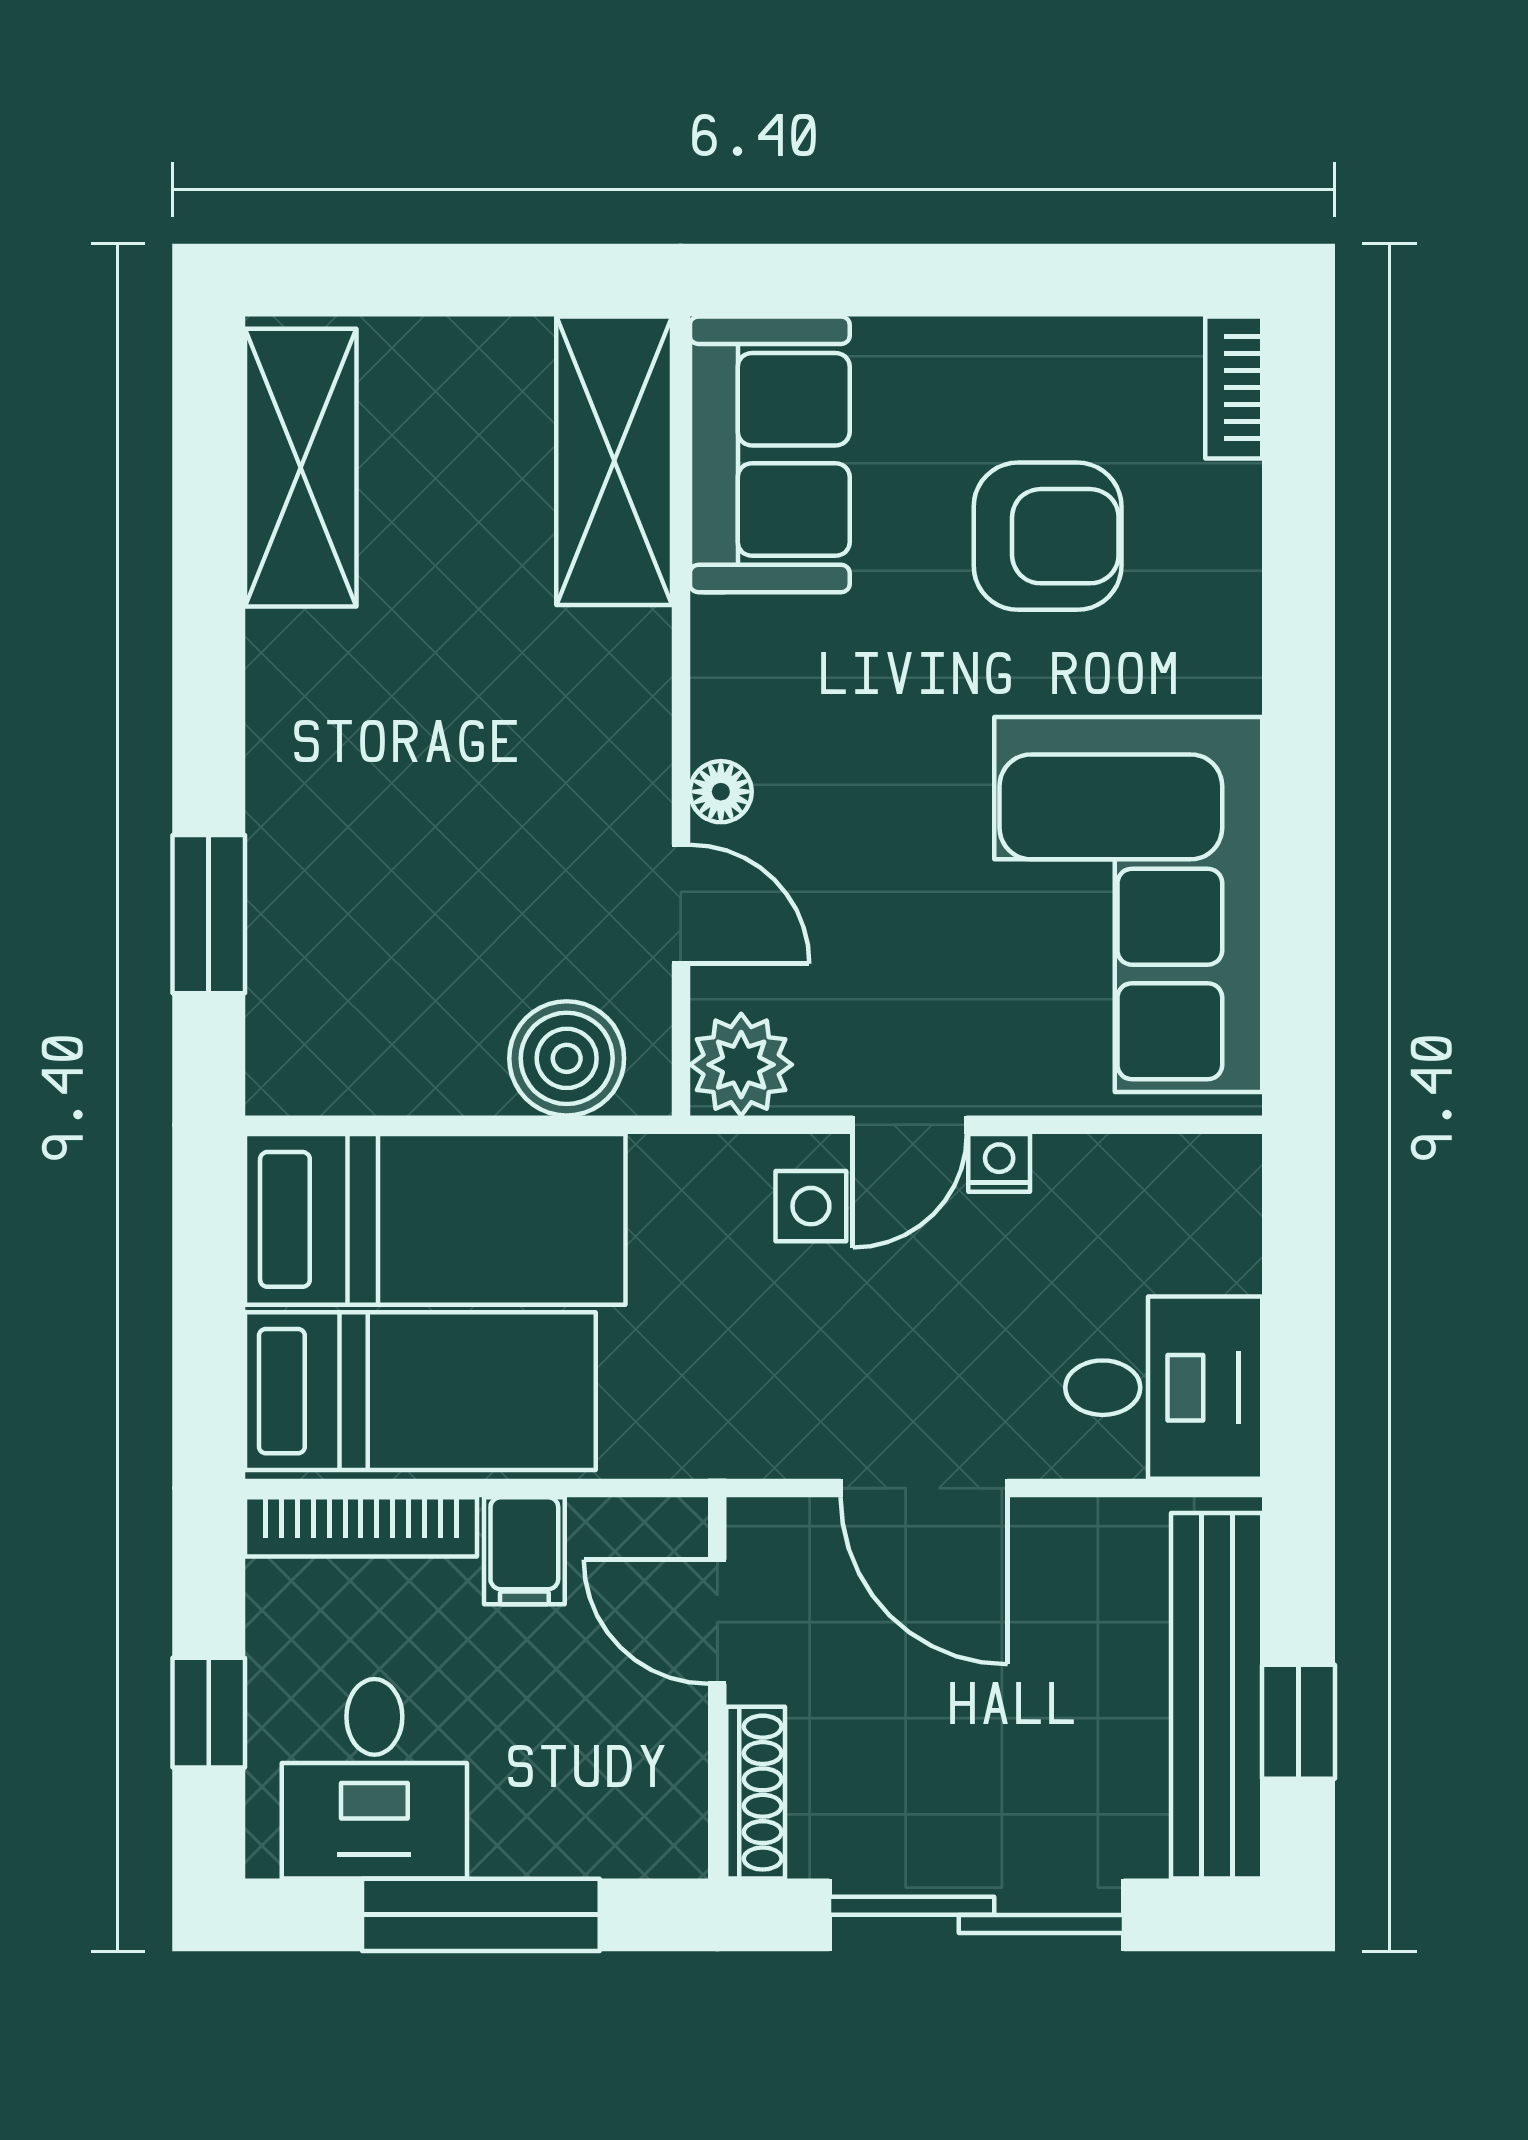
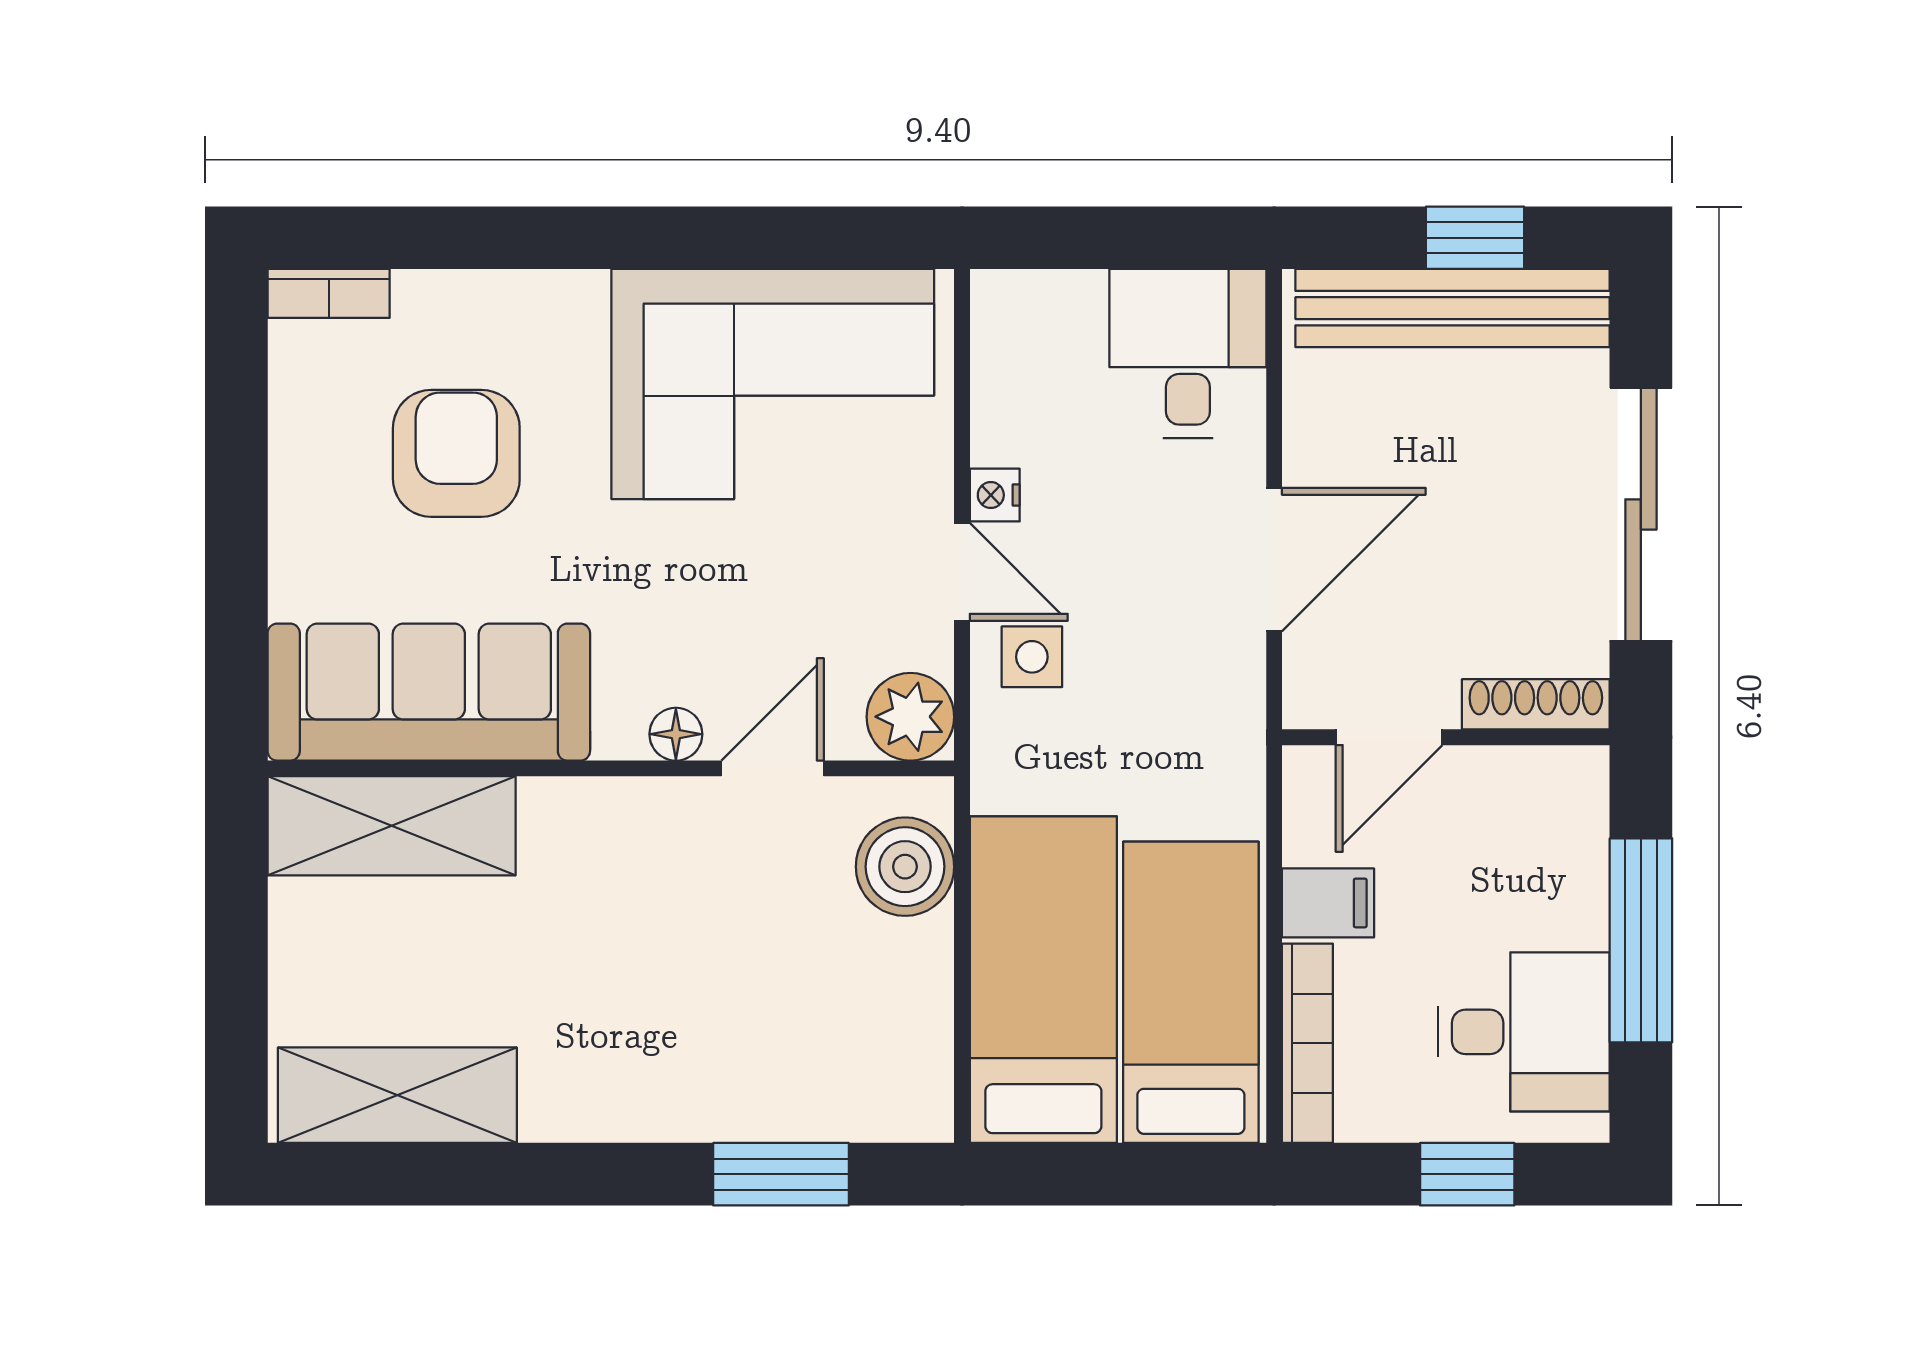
sofa: (770, 454) -> (429, 692), width x1.36

